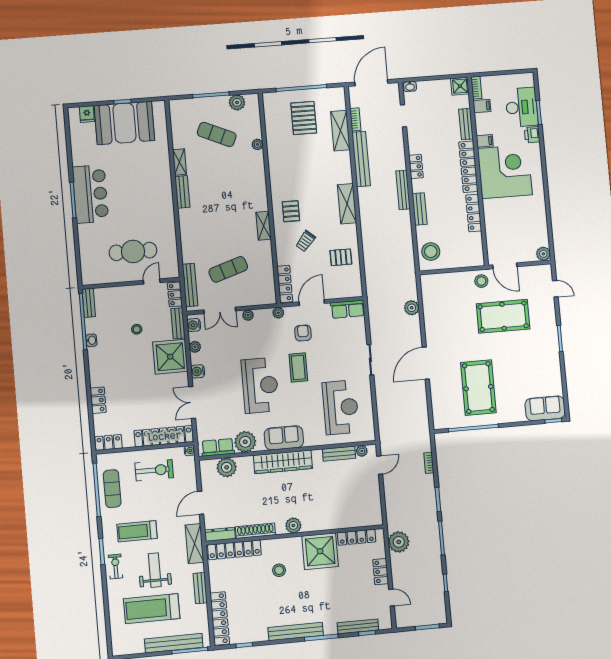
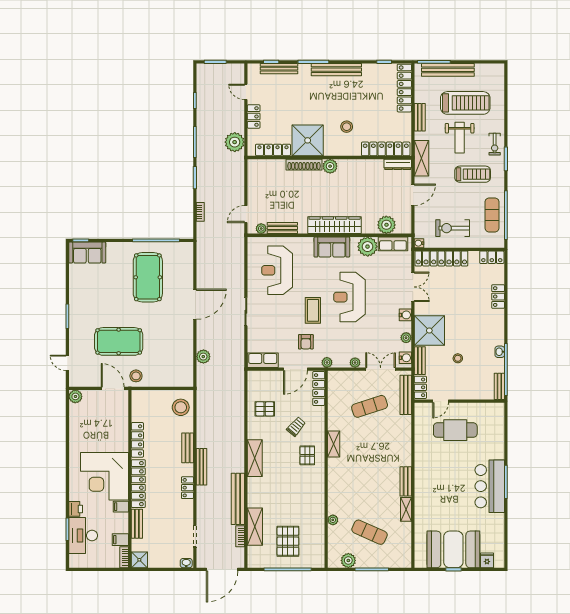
shoe rack: (255, 531) -> (304, 165), moved

